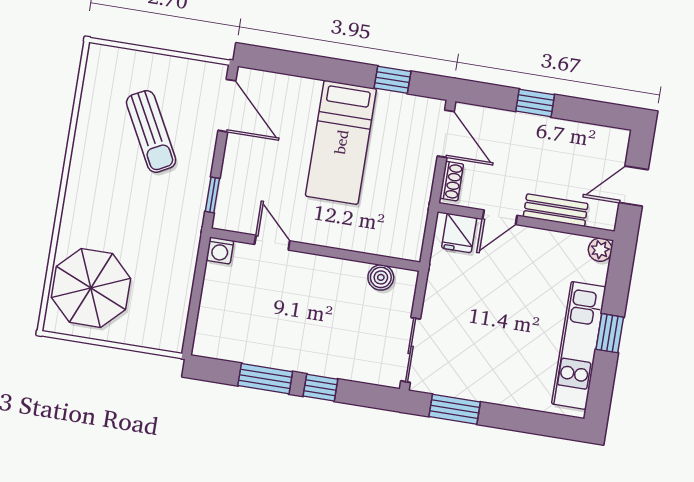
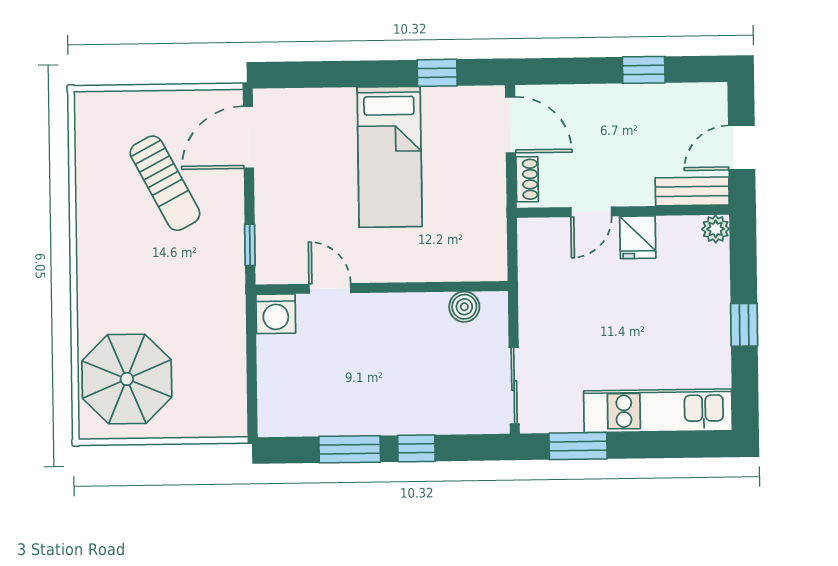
window: (535, 103) -> (644, 70), moved
door: (227, 106) -> (248, 137), swing flipped
bench: (556, 210) -> (692, 191), moved
fridge: (459, 233) -> (638, 237), moved
washing machine: (220, 251) -> (276, 314), width x1.38, depth x1.38
kitchen unit: (579, 345) -> (658, 411), moved, turned 90

